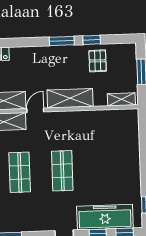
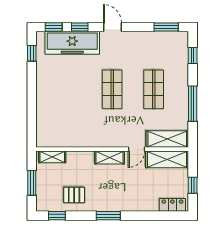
window: (92, 40) -> (57, 216), moved
pallet: (98, 61) -> (74, 195), turned 90
shelving: (70, 98) -> (110, 157), width x0.67, depth x0.75

